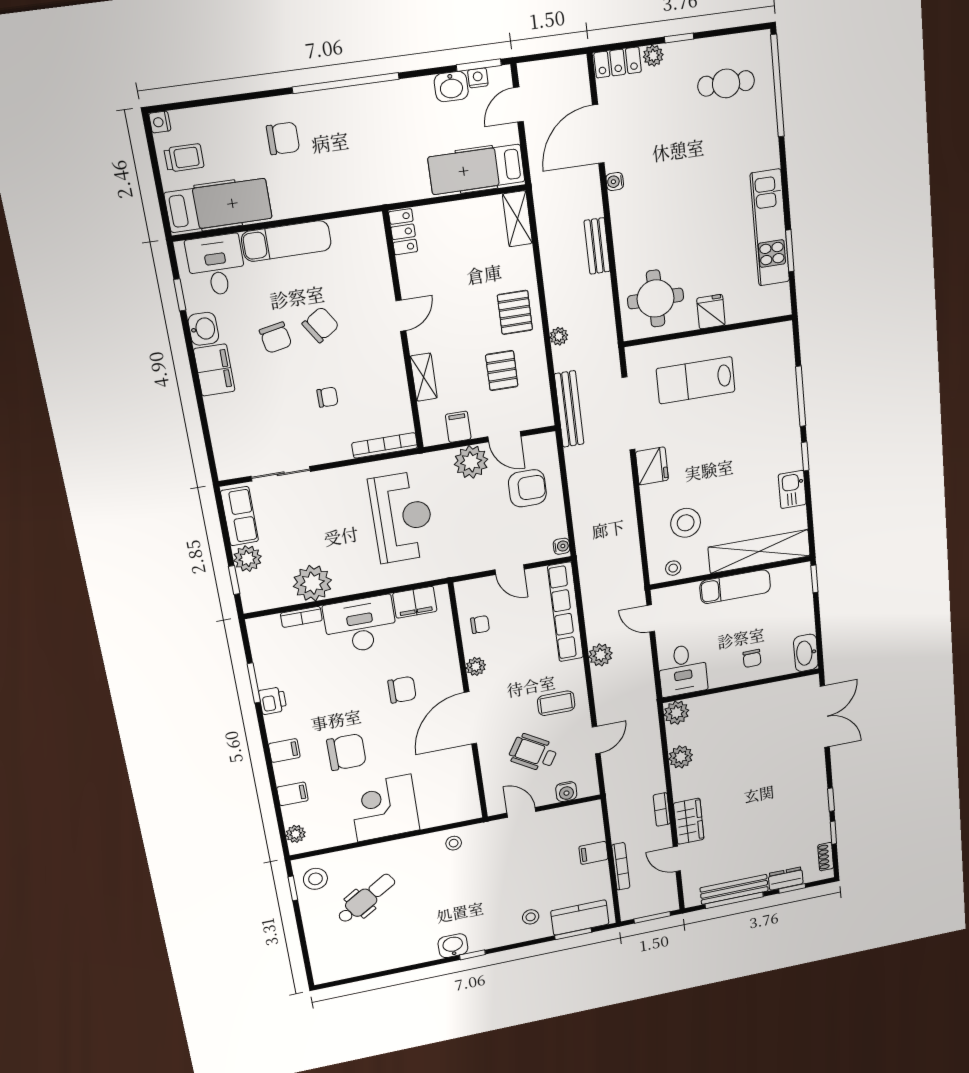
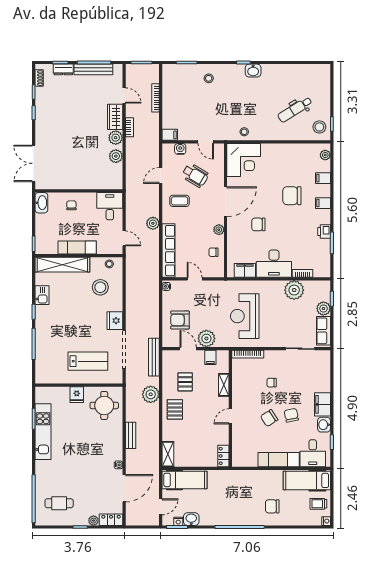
plant: (559, 336) -> (151, 394), width x1.88, depth x1.88
plant: (676, 713) -> (116, 138), moved
corner desk: (384, 808) -> (244, 160), moved
filing cabinet: (593, 853) -> (170, 135), moved
kitchen counter: (580, 917) -> (182, 72), removed

